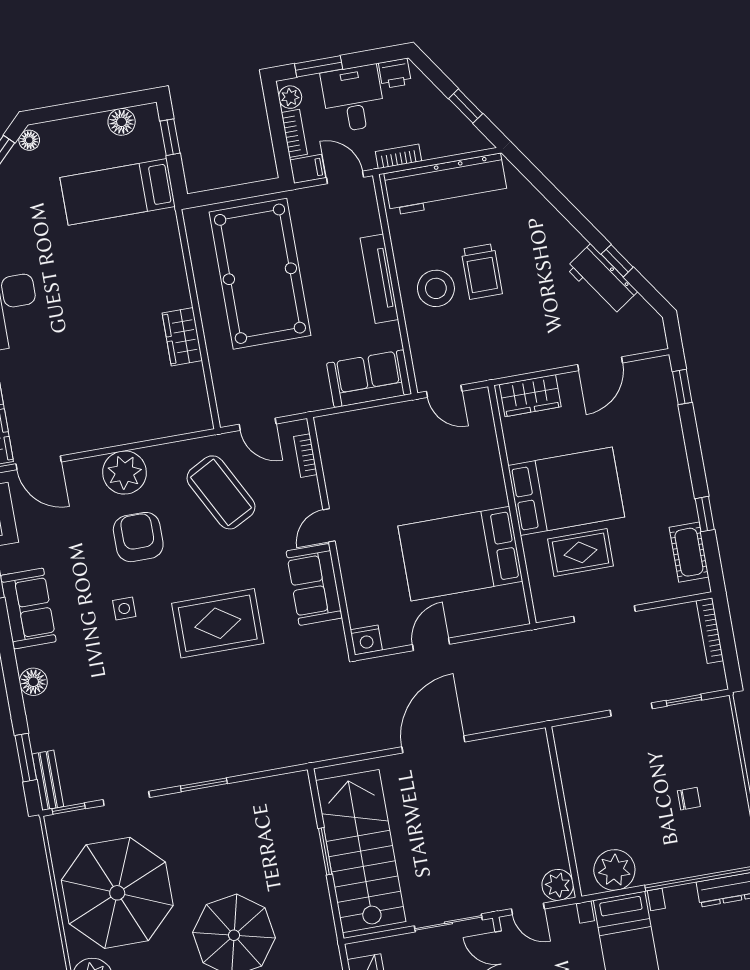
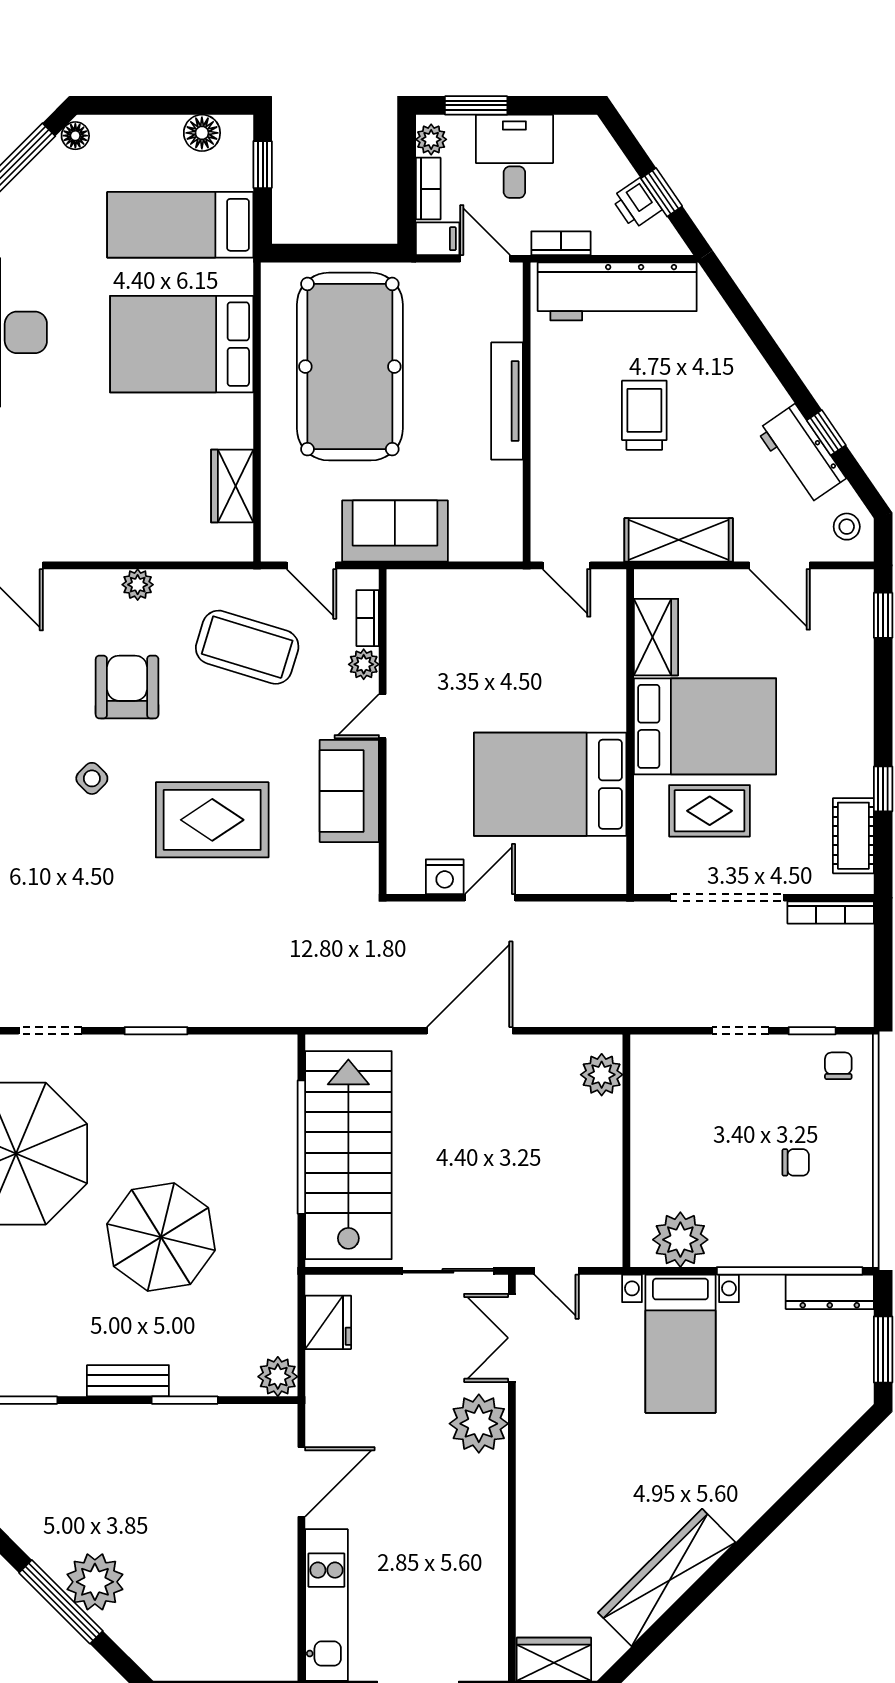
printer: (395, 73) -> (637, 204), moved, turned 56
trolley: (482, 271) -> (644, 415), turned 180
bed: (134, 279) -> (182, 344), added
stool: (436, 288) -> (847, 527), moved, width x0.53, depth x0.53
wardrobe: (182, 337) -> (232, 486), moved
shelving: (523, 358) -> (679, 540), added
door: (600, 364) -> (780, 565), hinge flipped
sofa: (369, 379) -> (395, 531), moved
wardrobe: (530, 396) -> (656, 637), moved, turned -90
plant: (125, 472) -> (138, 585), width x0.53, depth x0.53
plant: (309, 490) -> (364, 664), added
coffee table: (221, 492) -> (247, 647), turned -45
side table: (124, 608) -> (92, 778), turned 45
doorway: (604, 614) -> (727, 898), width x1.36
bookcase: (710, 631) -> (831, 913), moved, turned -90
nightstand: (366, 640) -> (445, 877), moved
chair: (708, 722) -> (838, 1066), added
window: (325, 851) -> (301, 1147), width x2.11
plant: (558, 885) -> (602, 1075), moved

